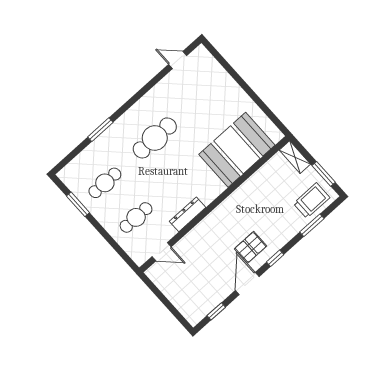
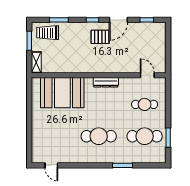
cafe table: (105, 183) -> (145, 136), width x1.37, depth x1.35
dresser: (188, 214) -> (106, 82), moved

